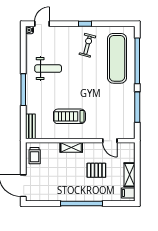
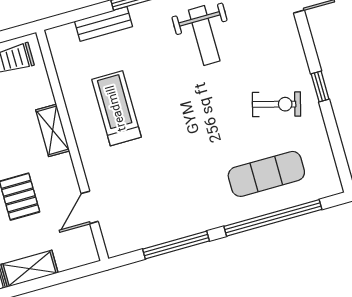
exercise mat: (117, 58) -> (266, 174), width x0.73, depth x0.69
bench: (30, 126) -> (104, 24), moved

